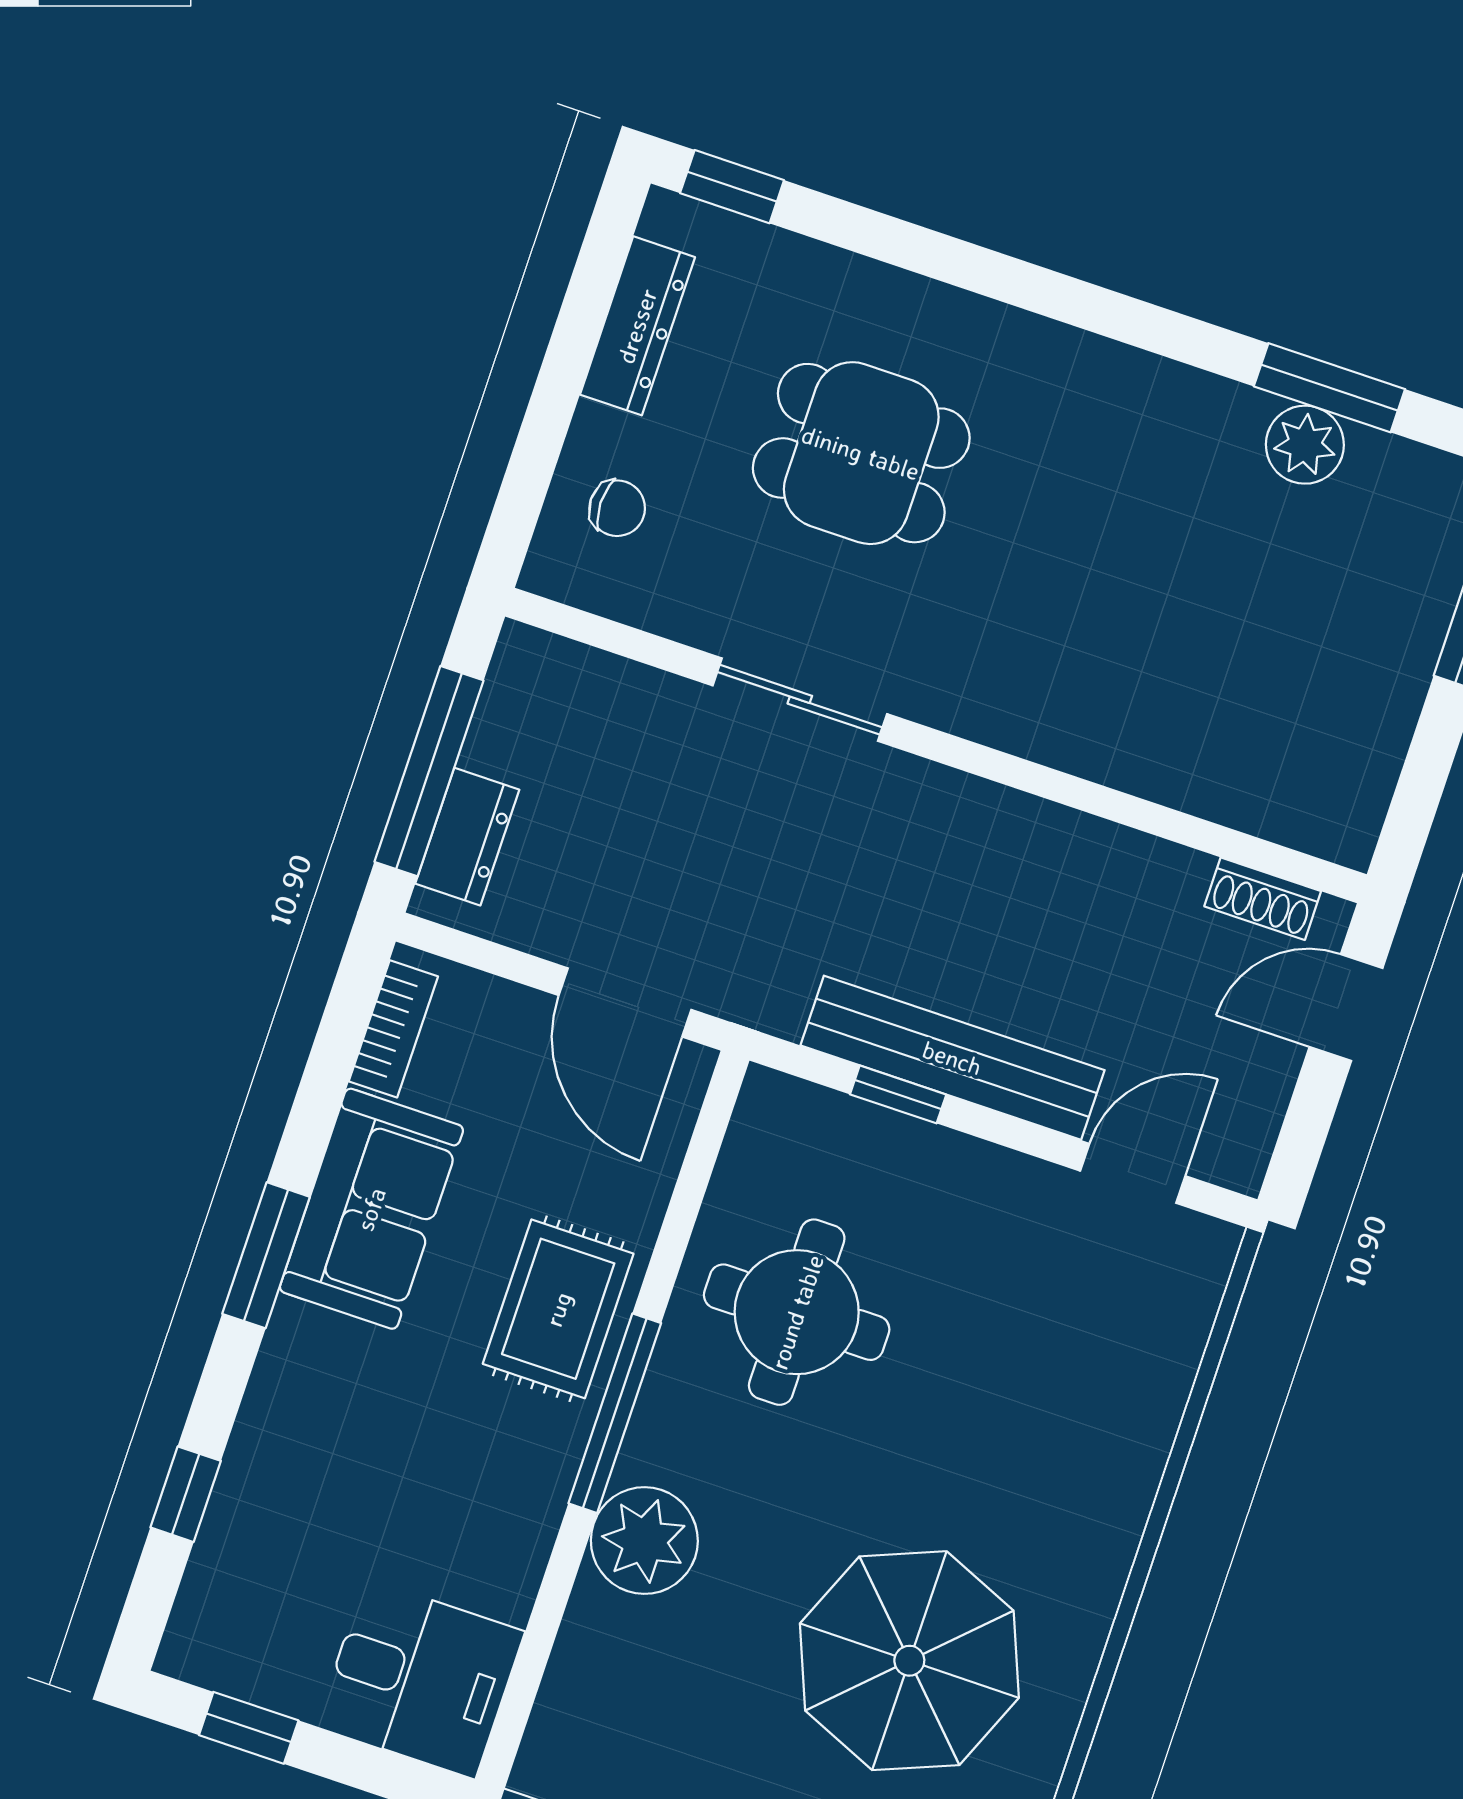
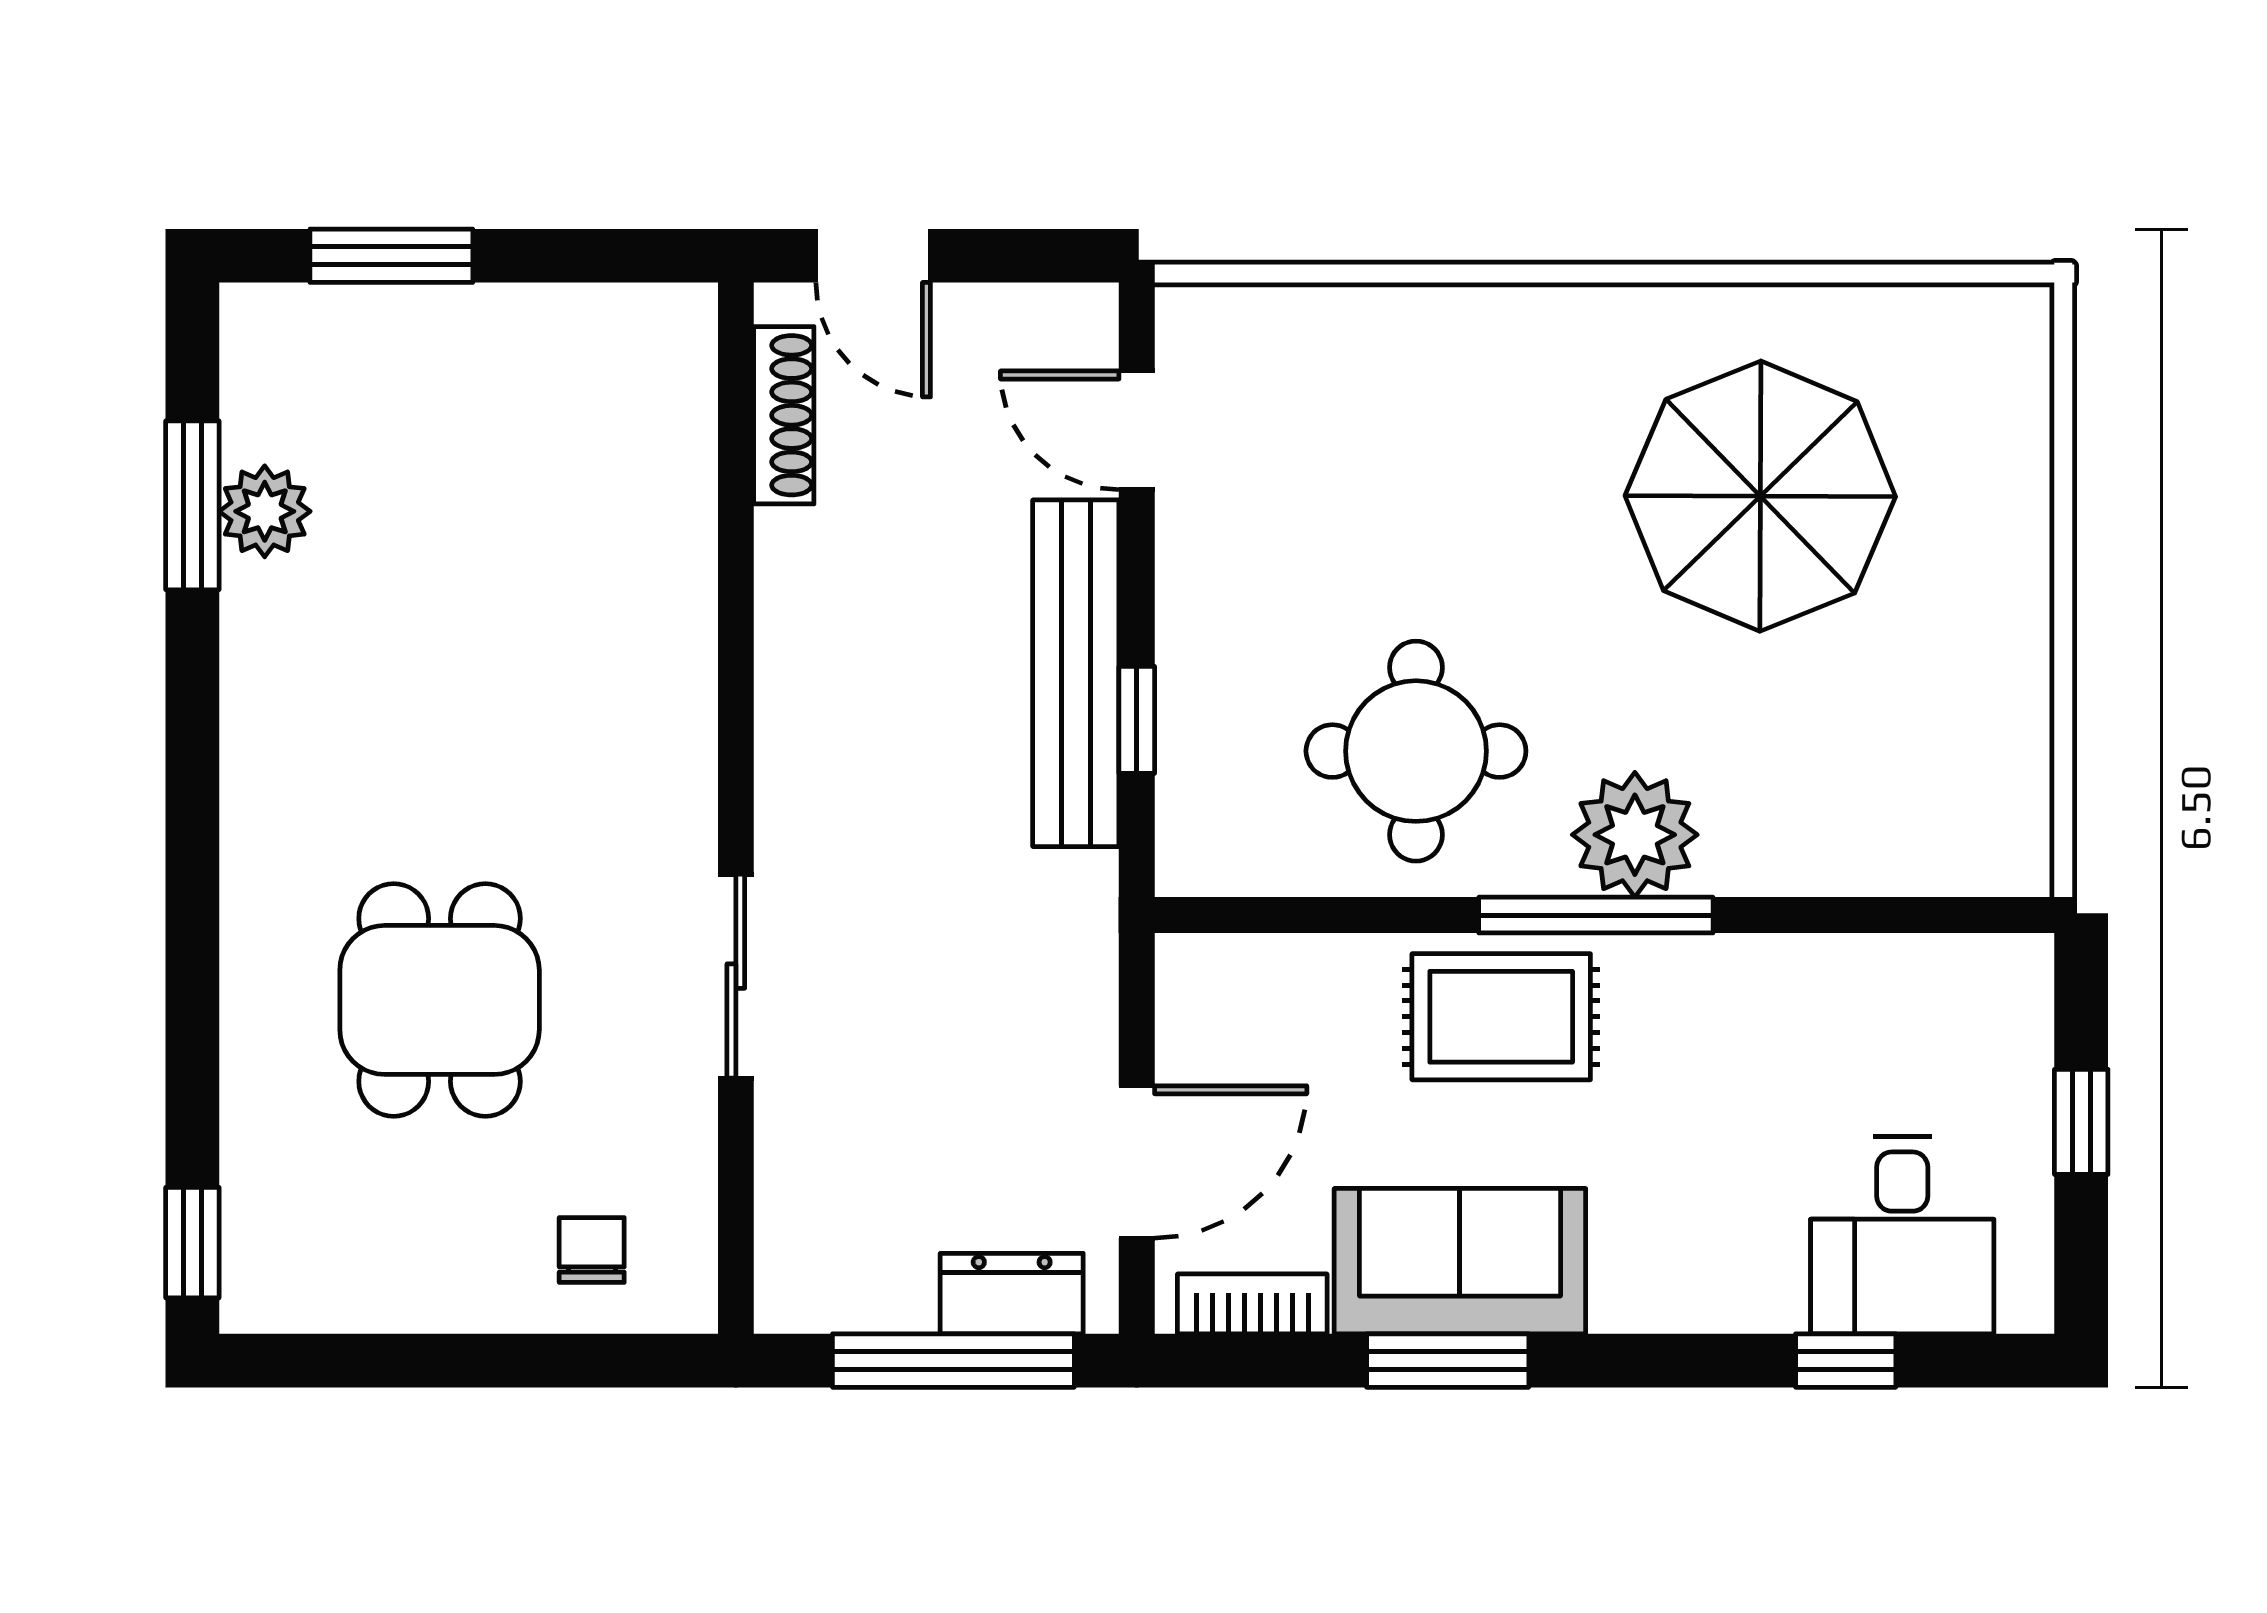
dresser: (637, 326) -> (382, 1296), removed
shoe rack: (1263, 899) -> (784, 415), width x1.43
door: (625, 1003) -> (1137, 1162), moved
window: (266, 1255) -> (1448, 1361), moved
plant: (644, 1541) -> (1635, 835), moved
desk: (420, 1679) -> (1902, 1235), moved, turned 180
window: (249, 1728) -> (2081, 1122), moved

